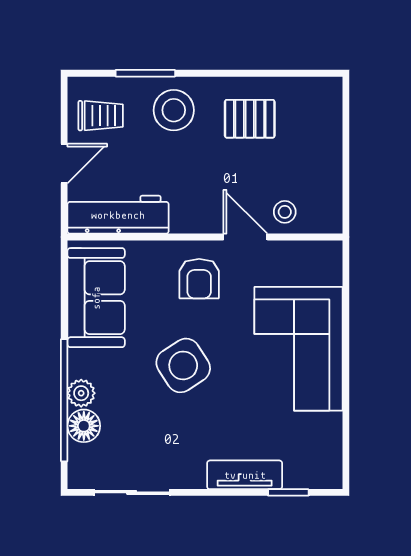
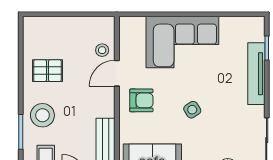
pallet: (250, 119) -> (47, 71), turned 90
side table: (183, 365) -> (192, 110), width x0.54, depth x0.54
tv unit: (245, 475) -> (256, 74), width x1.41

